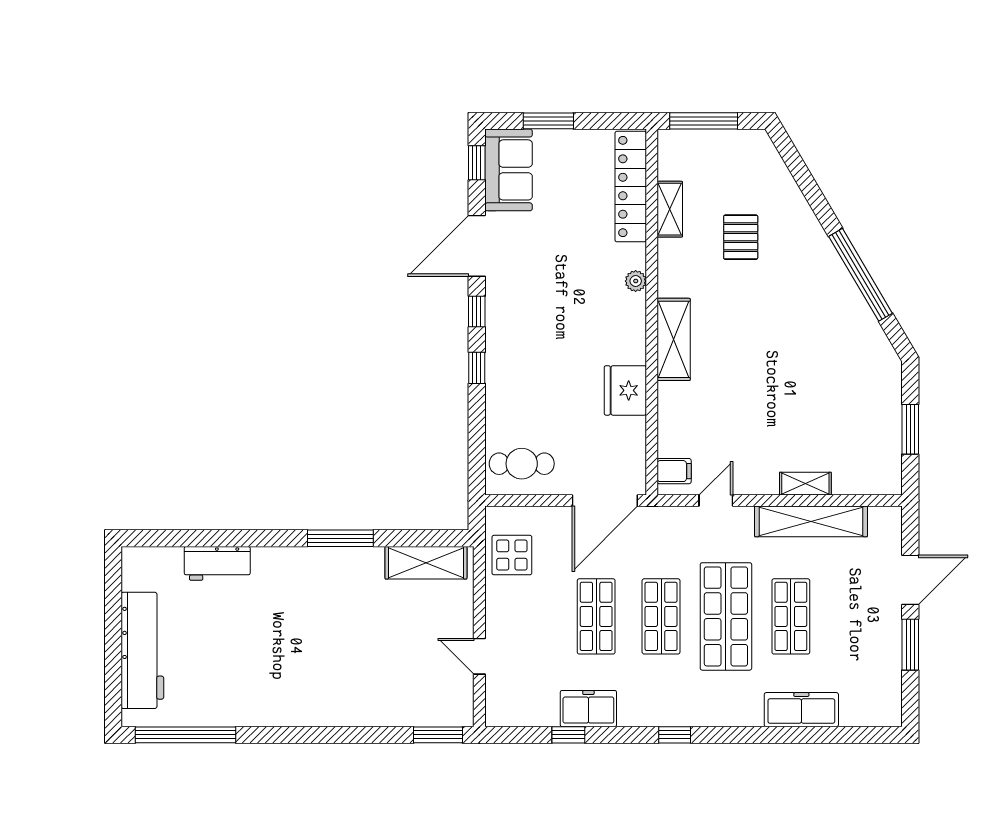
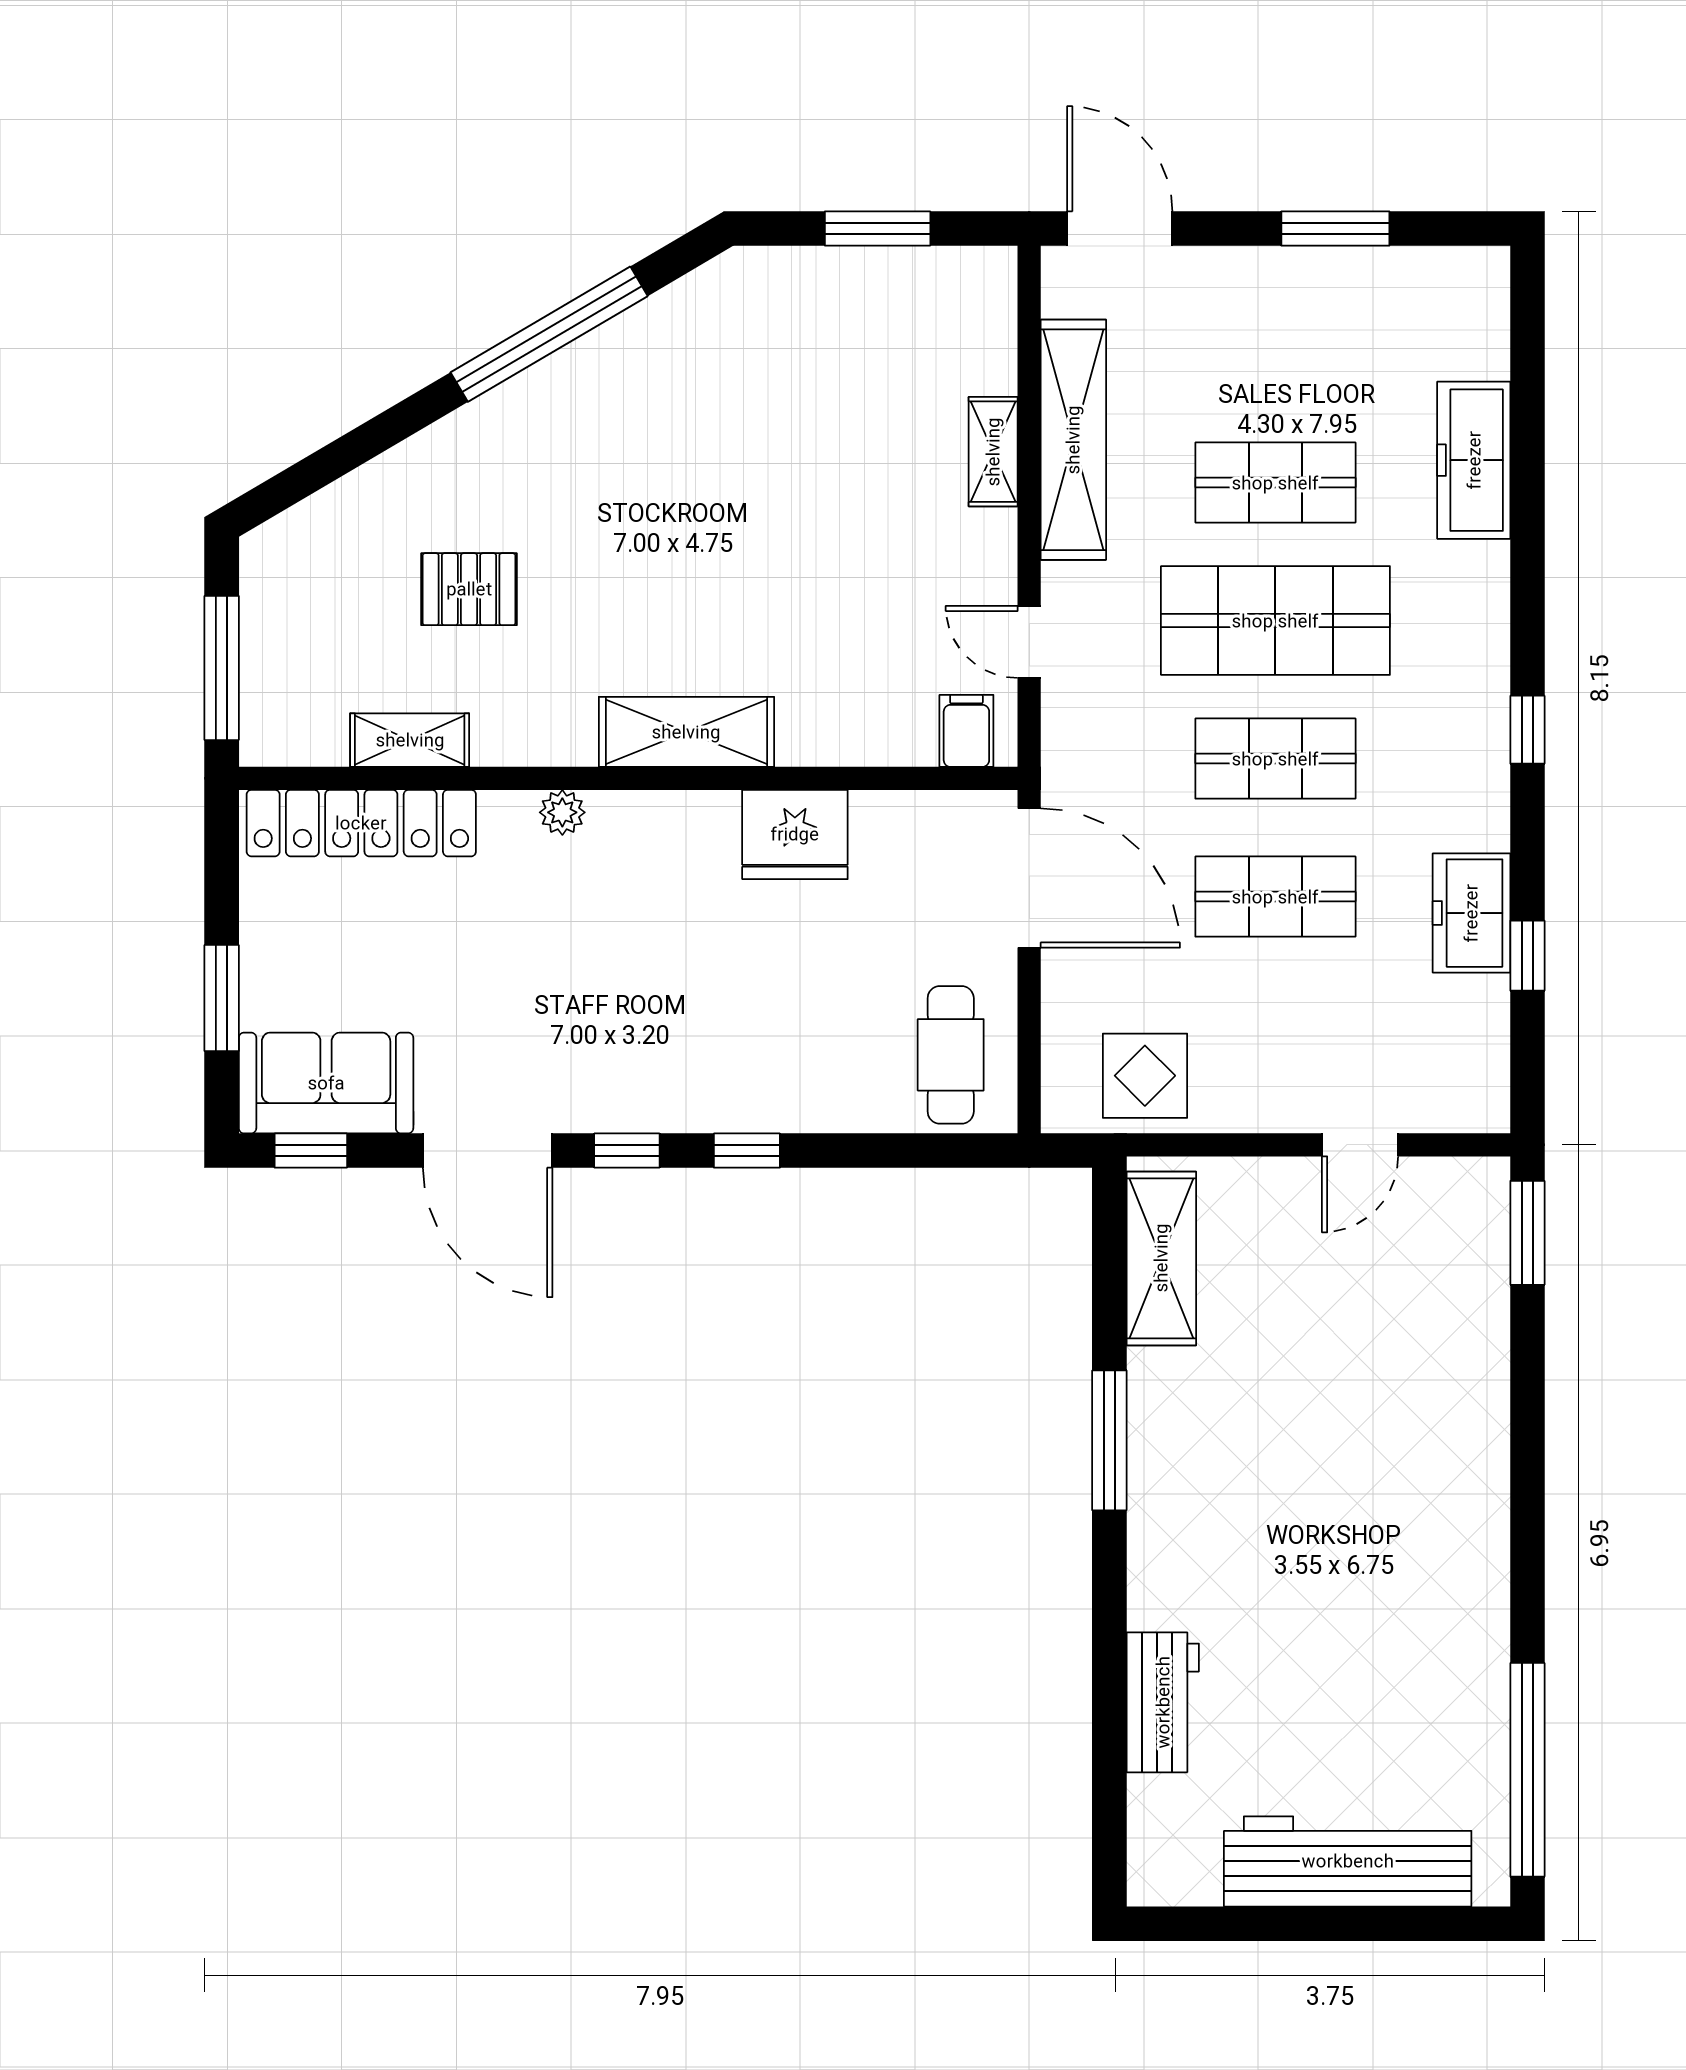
door: (910, 580) -> (1120, 229), moved

